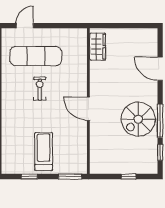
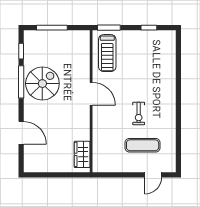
exercise mat: (36, 56) -> (143, 145), width x0.73, depth x0.69
treadmill: (44, 151) -> (107, 53), moved
window: (129, 177) -> (52, 28), width x2.17

